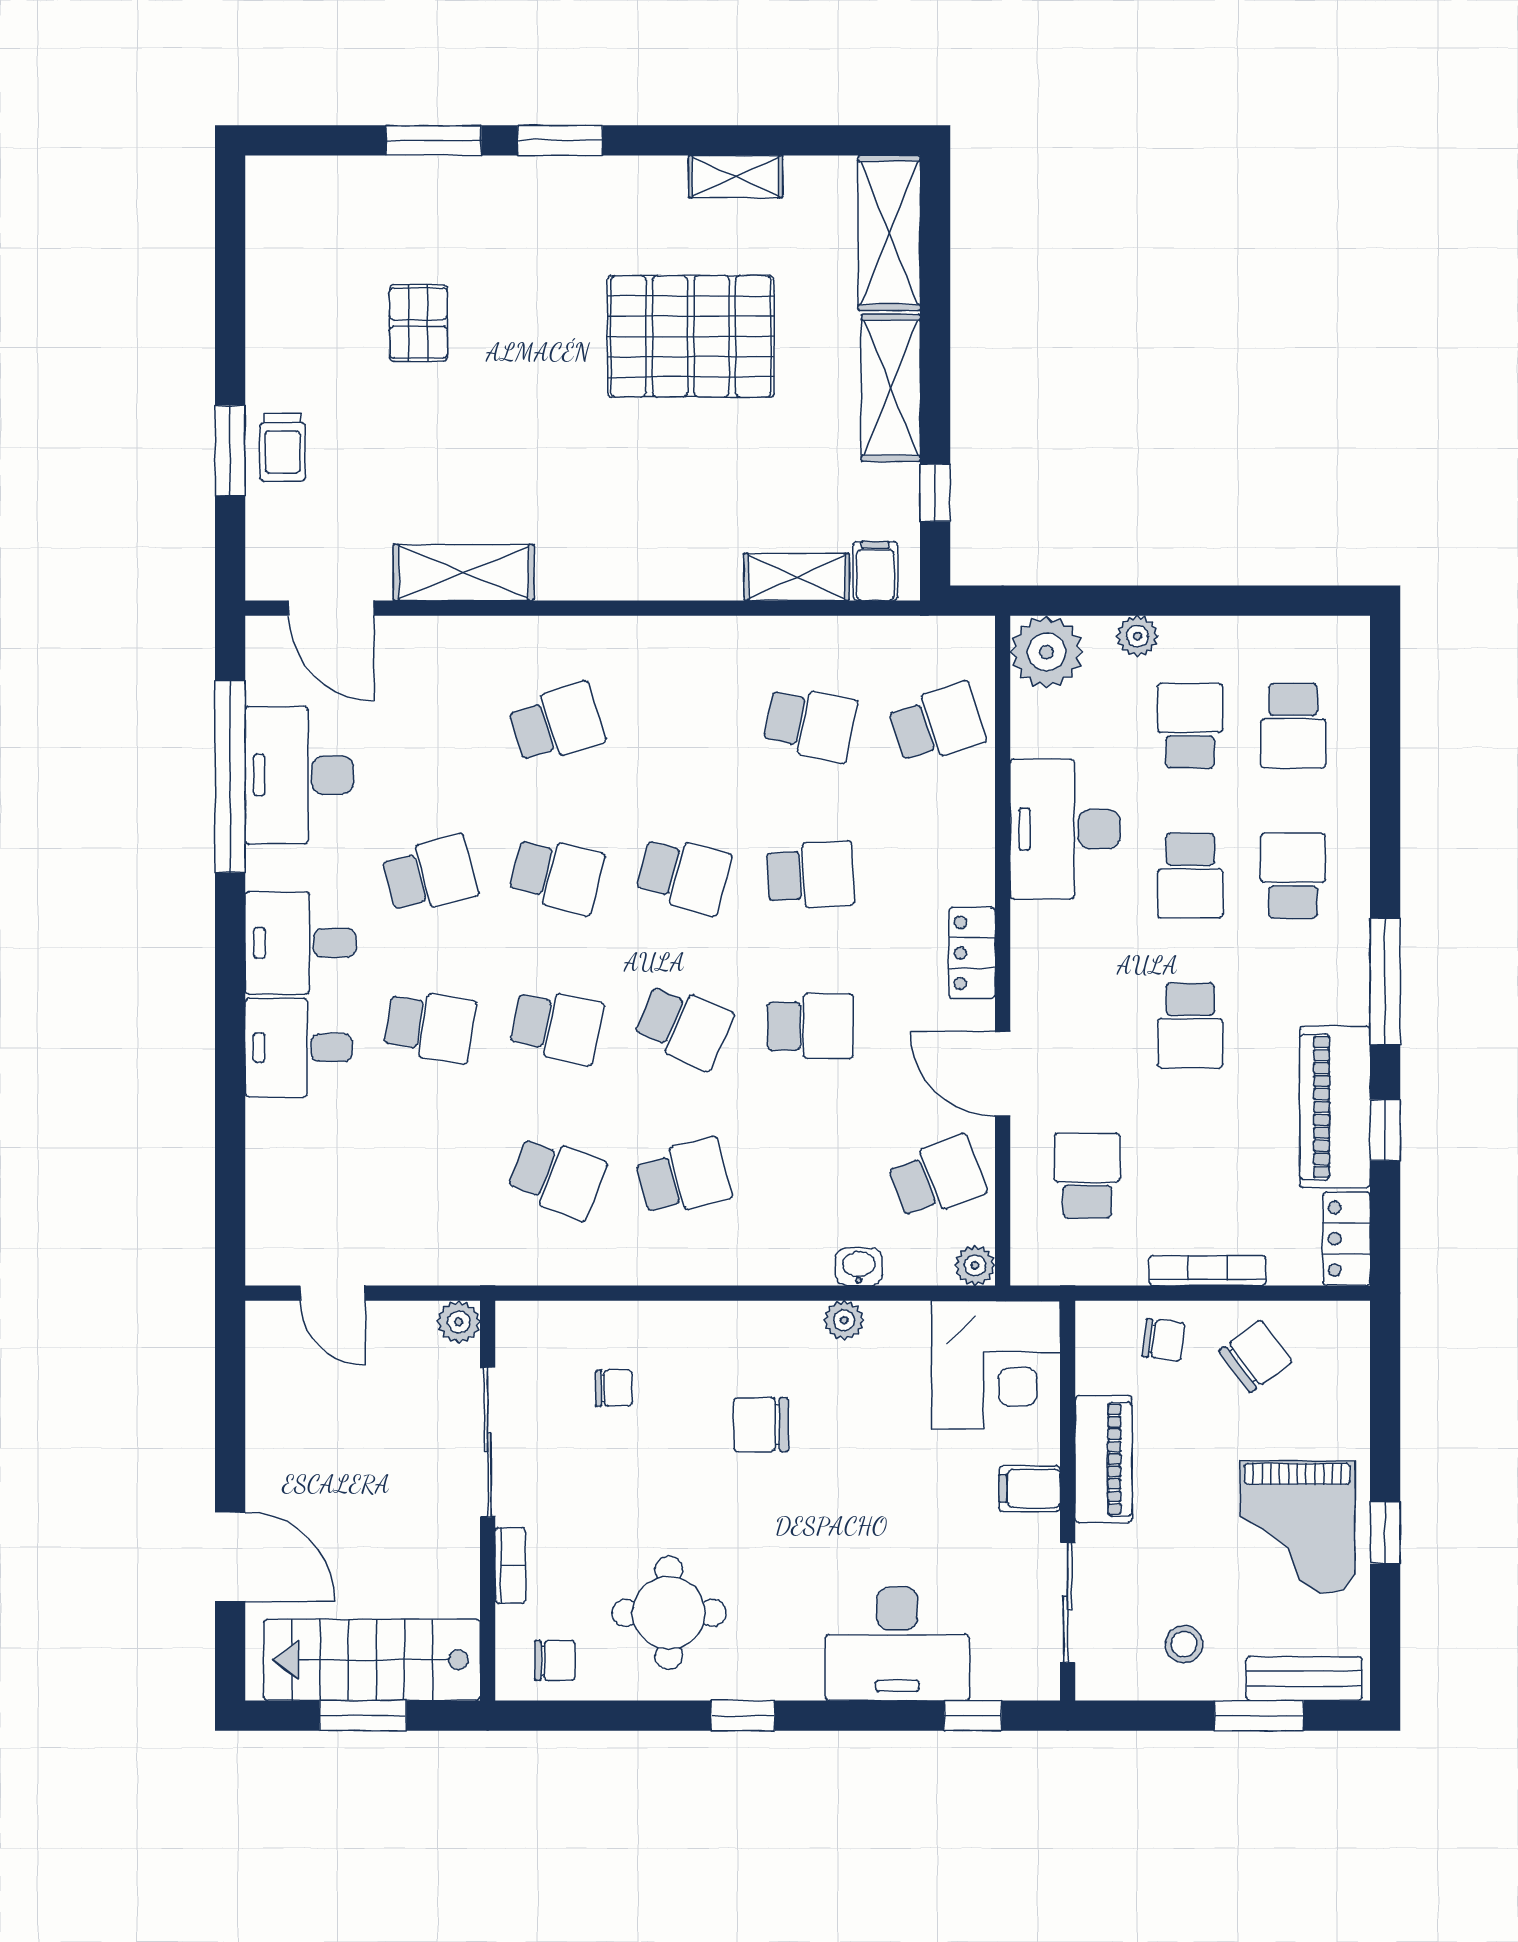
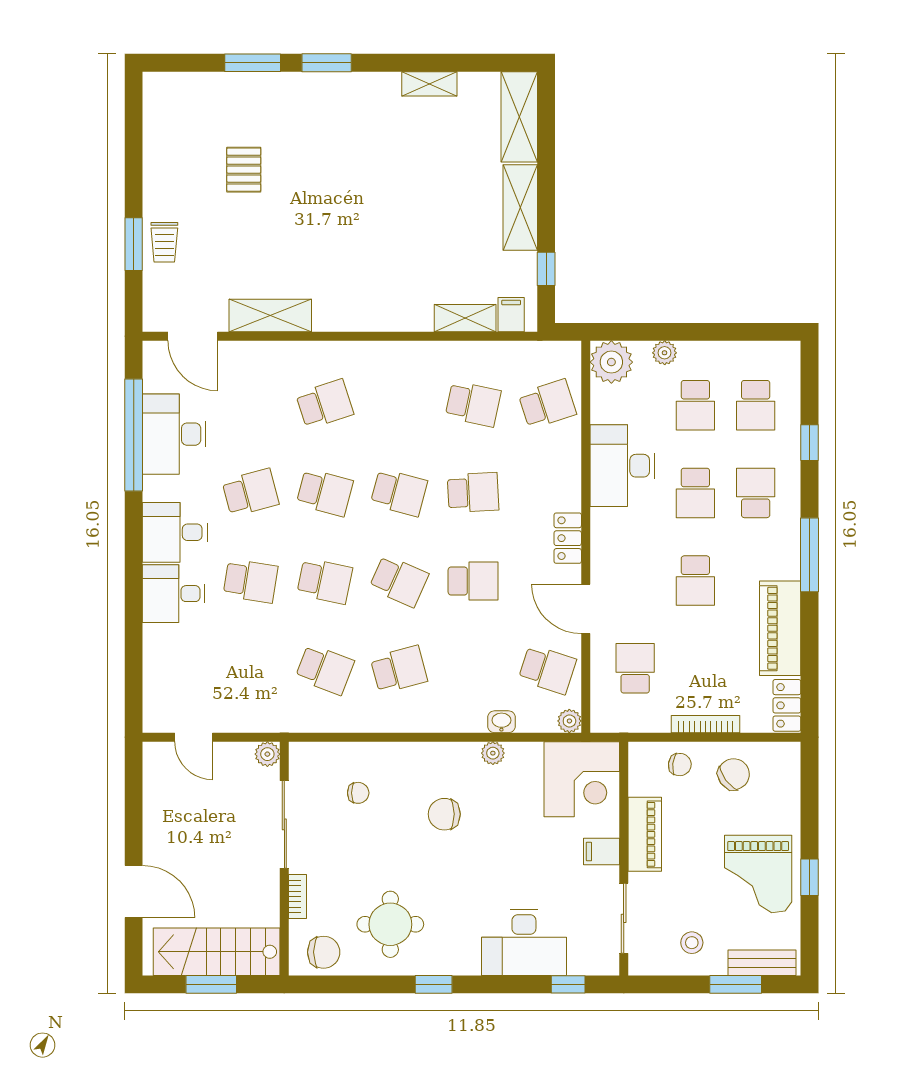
pallet: (691, 336) -> (403, 177), removed
school desk: (1190, 726) -> (695, 405), turned 180
window: (1385, 1130) -> (809, 443), moved
school desk: (937, 1177) -> (547, 670), turned 39
chair: (555, 1661) -> (324, 952), width x1.37, depth x1.37

